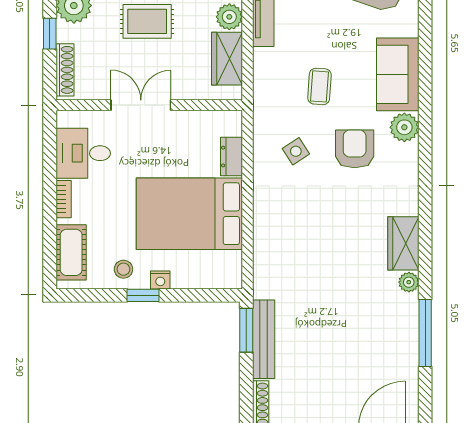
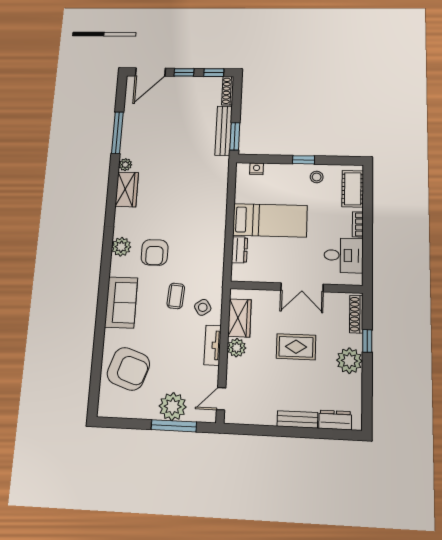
plant: (404, 127) -> (121, 247), moved
side table: (296, 151) -> (203, 307), moved
bed: (189, 214) -> (270, 220), width x0.67
nightstand: (160, 280) -> (257, 169), moved

